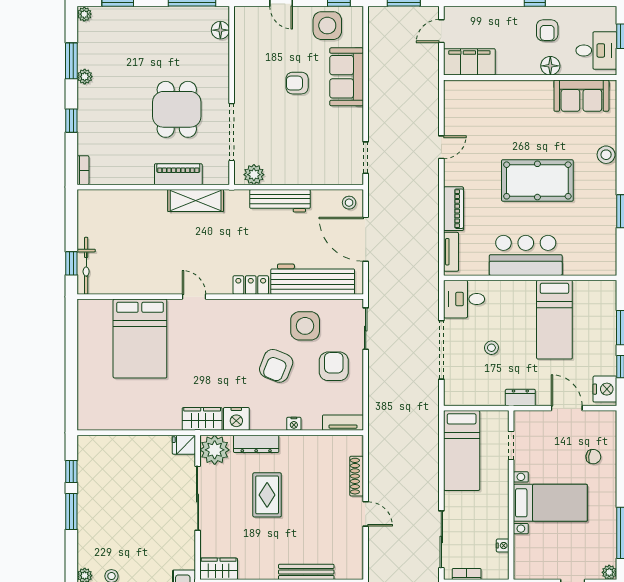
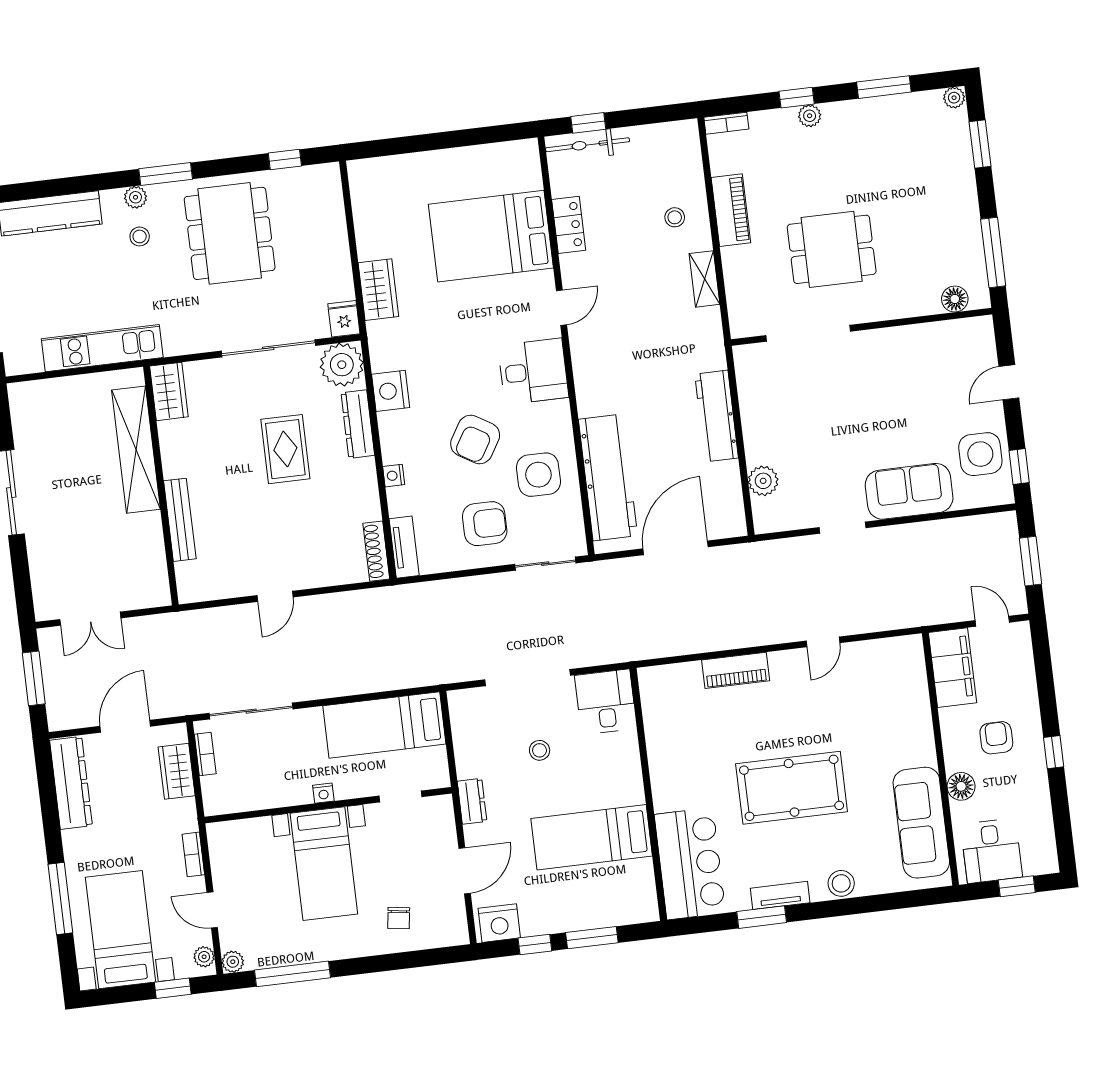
armchair: (547, 30) -> (996, 738), moved, turned 90
plant: (85, 77) -> (810, 116), moved
armchair: (297, 83) -> (891, 420), removed
sofa: (581, 96) -> (921, 823), width x1.36
door: (441, 147) -> (823, 642), hinge flipped
doorway: (366, 158) -> (843, 528), moved
piano: (178, 174) -> (731, 210), moved
plant: (254, 175) -> (763, 481), moved
pool table: (537, 180) -> (792, 788), turned 90
shelving: (196, 200) -> (704, 279), width x0.67, depth x0.75
stool: (349, 203) -> (675, 217), moved
tv unit: (451, 252) -> (780, 895), moved, turned 180
bar counter: (526, 255) -> (690, 864), moved
locker: (251, 285) -> (569, 225), moved
desk: (235, 321) -> (533, 371), added
armchair: (276, 366) -> (475, 440), turned -81
wardrobe: (202, 419) -> (378, 290), moved
shoe rack: (357, 476) -> (376, 551), moved, turned -90
rug: (267, 495) -> (285, 449), turned 90
window: (71, 512) -> (166, 174), moved
dining table: (117, 515) -> (230, 233), added
nightstand: (503, 546) -> (323, 793), moved

